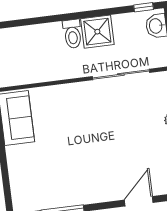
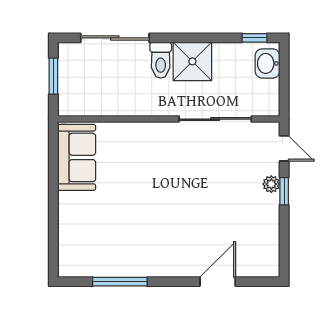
sliding door: (34, 21) -> (115, 38), added

